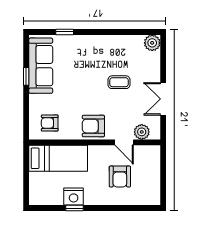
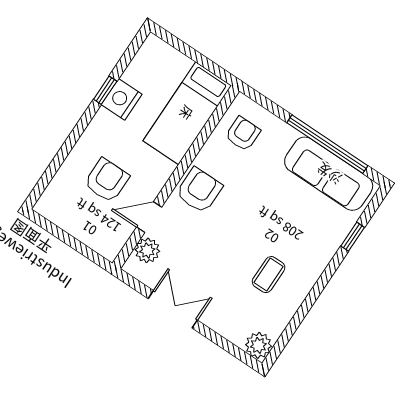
window: (26, 76) -> (327, 144), width x3.17
coffee table: (119, 82) -> (269, 275), moved
armchair: (120, 177) -> (107, 180), turned 90

